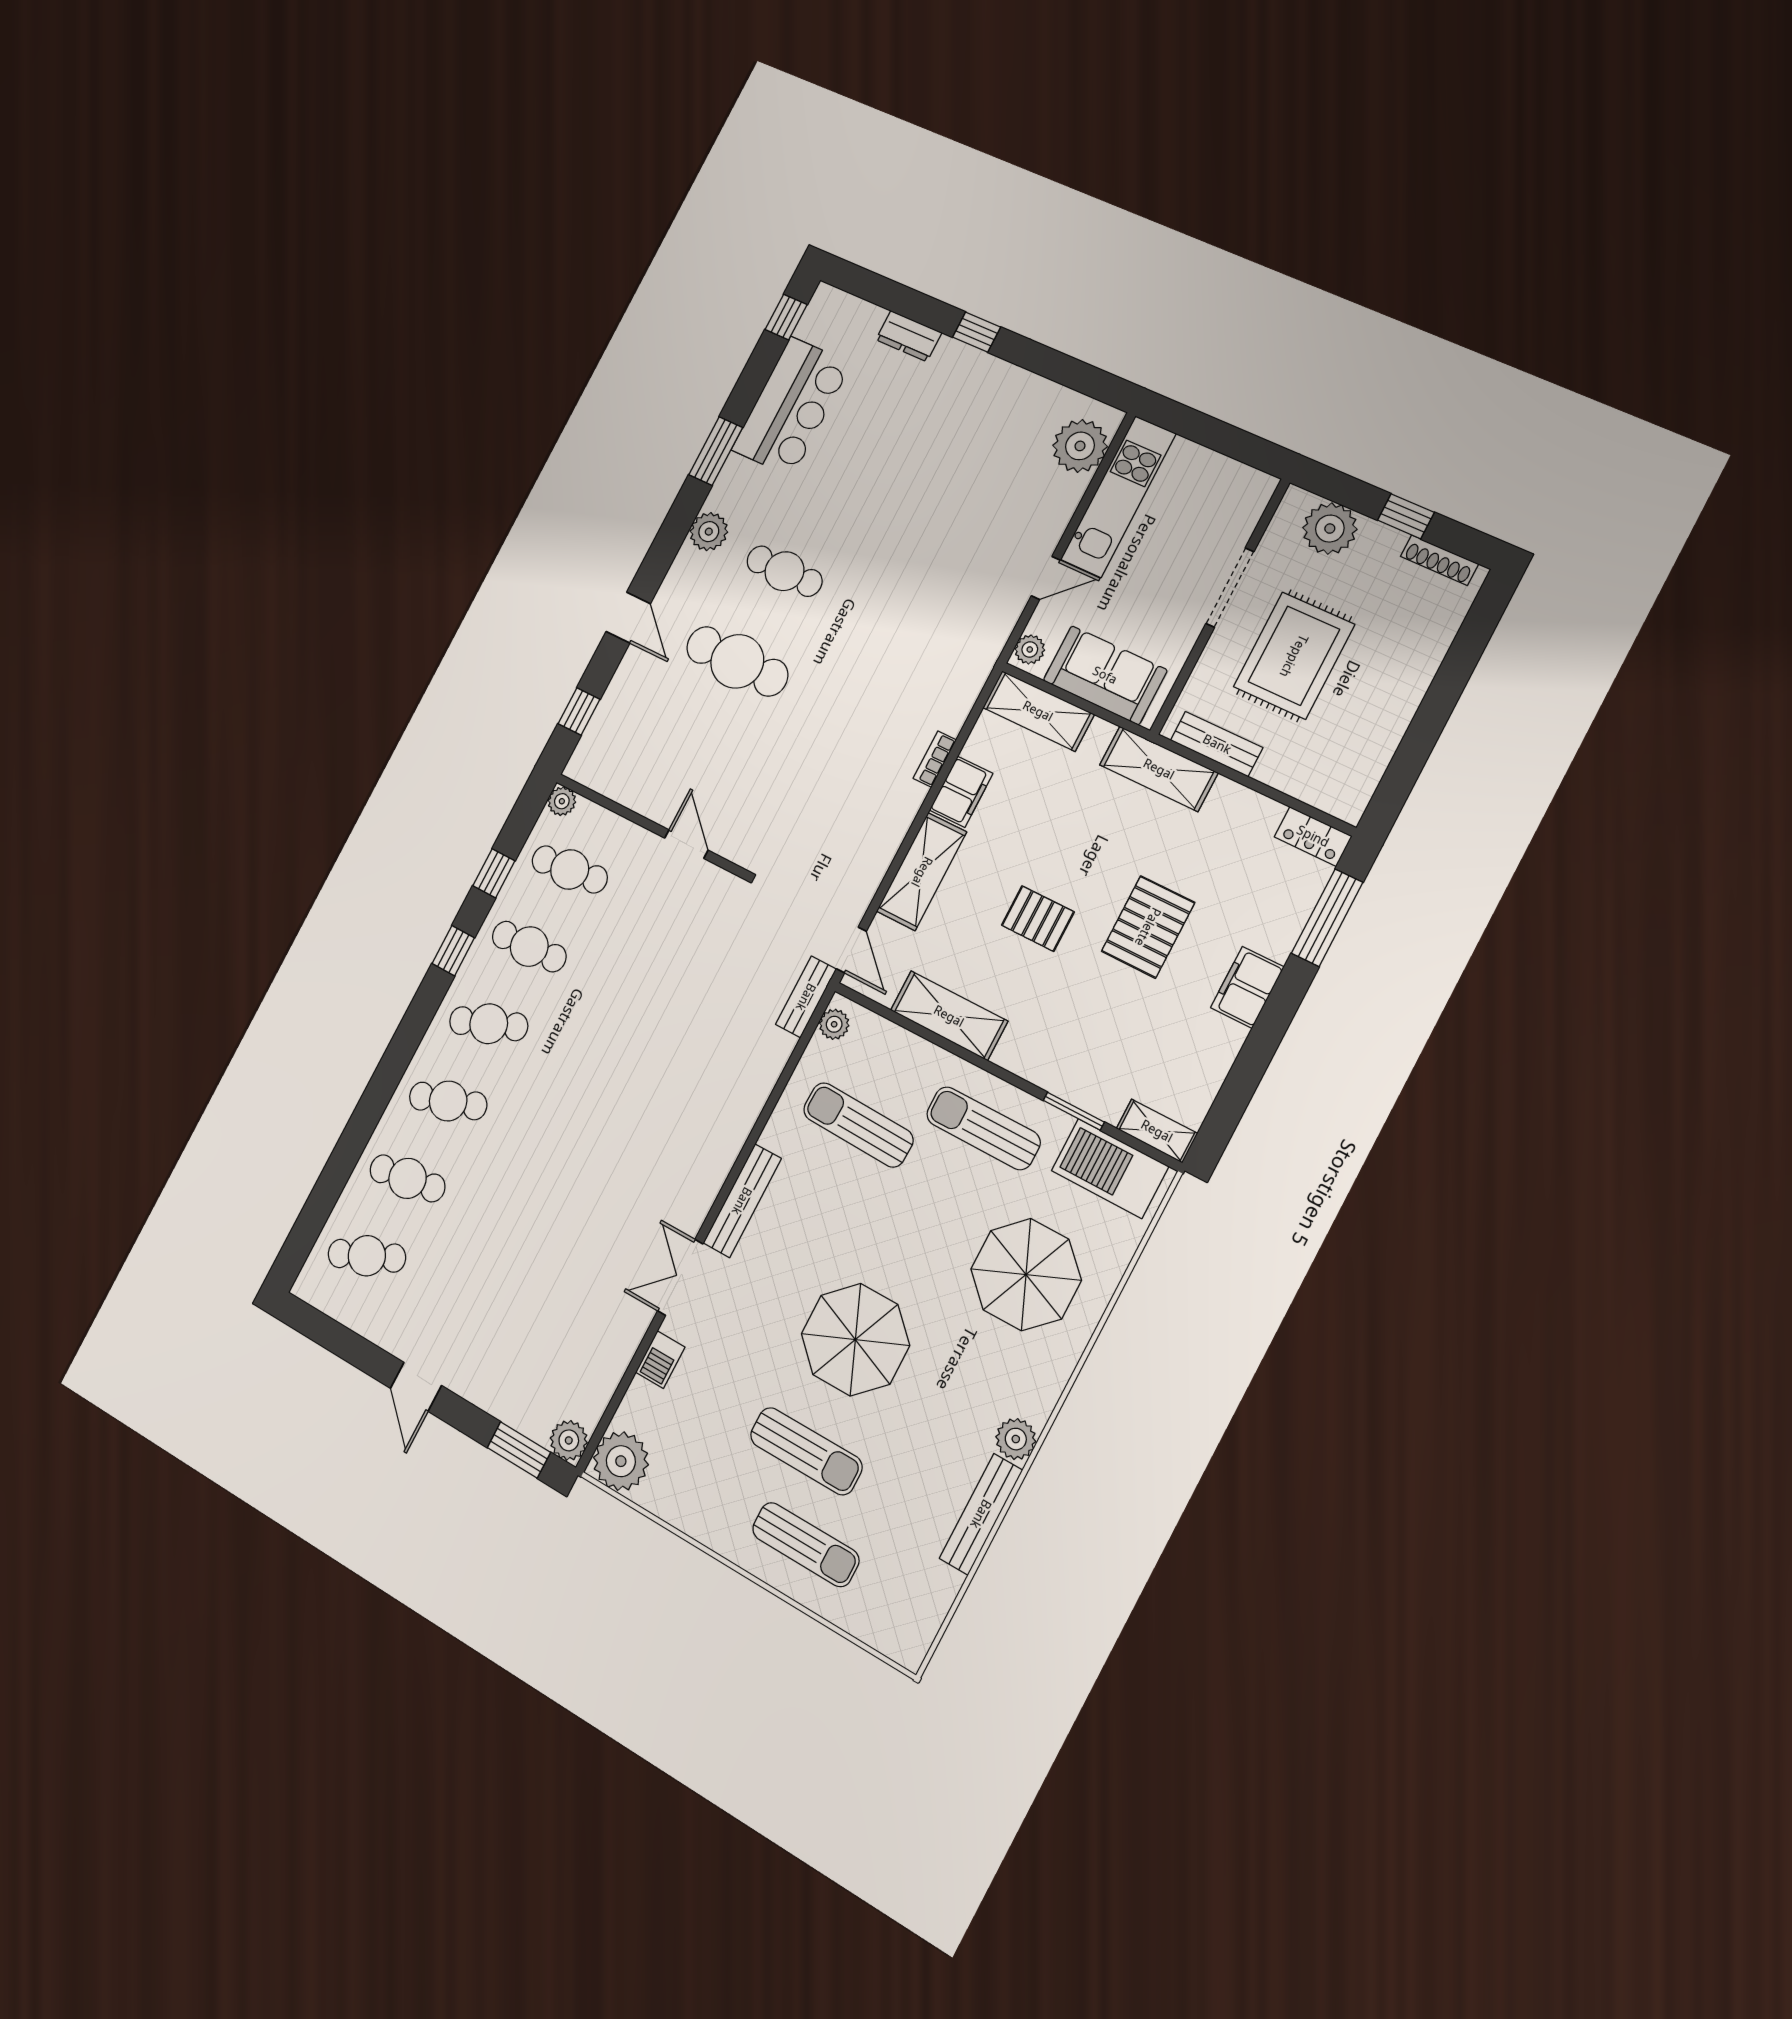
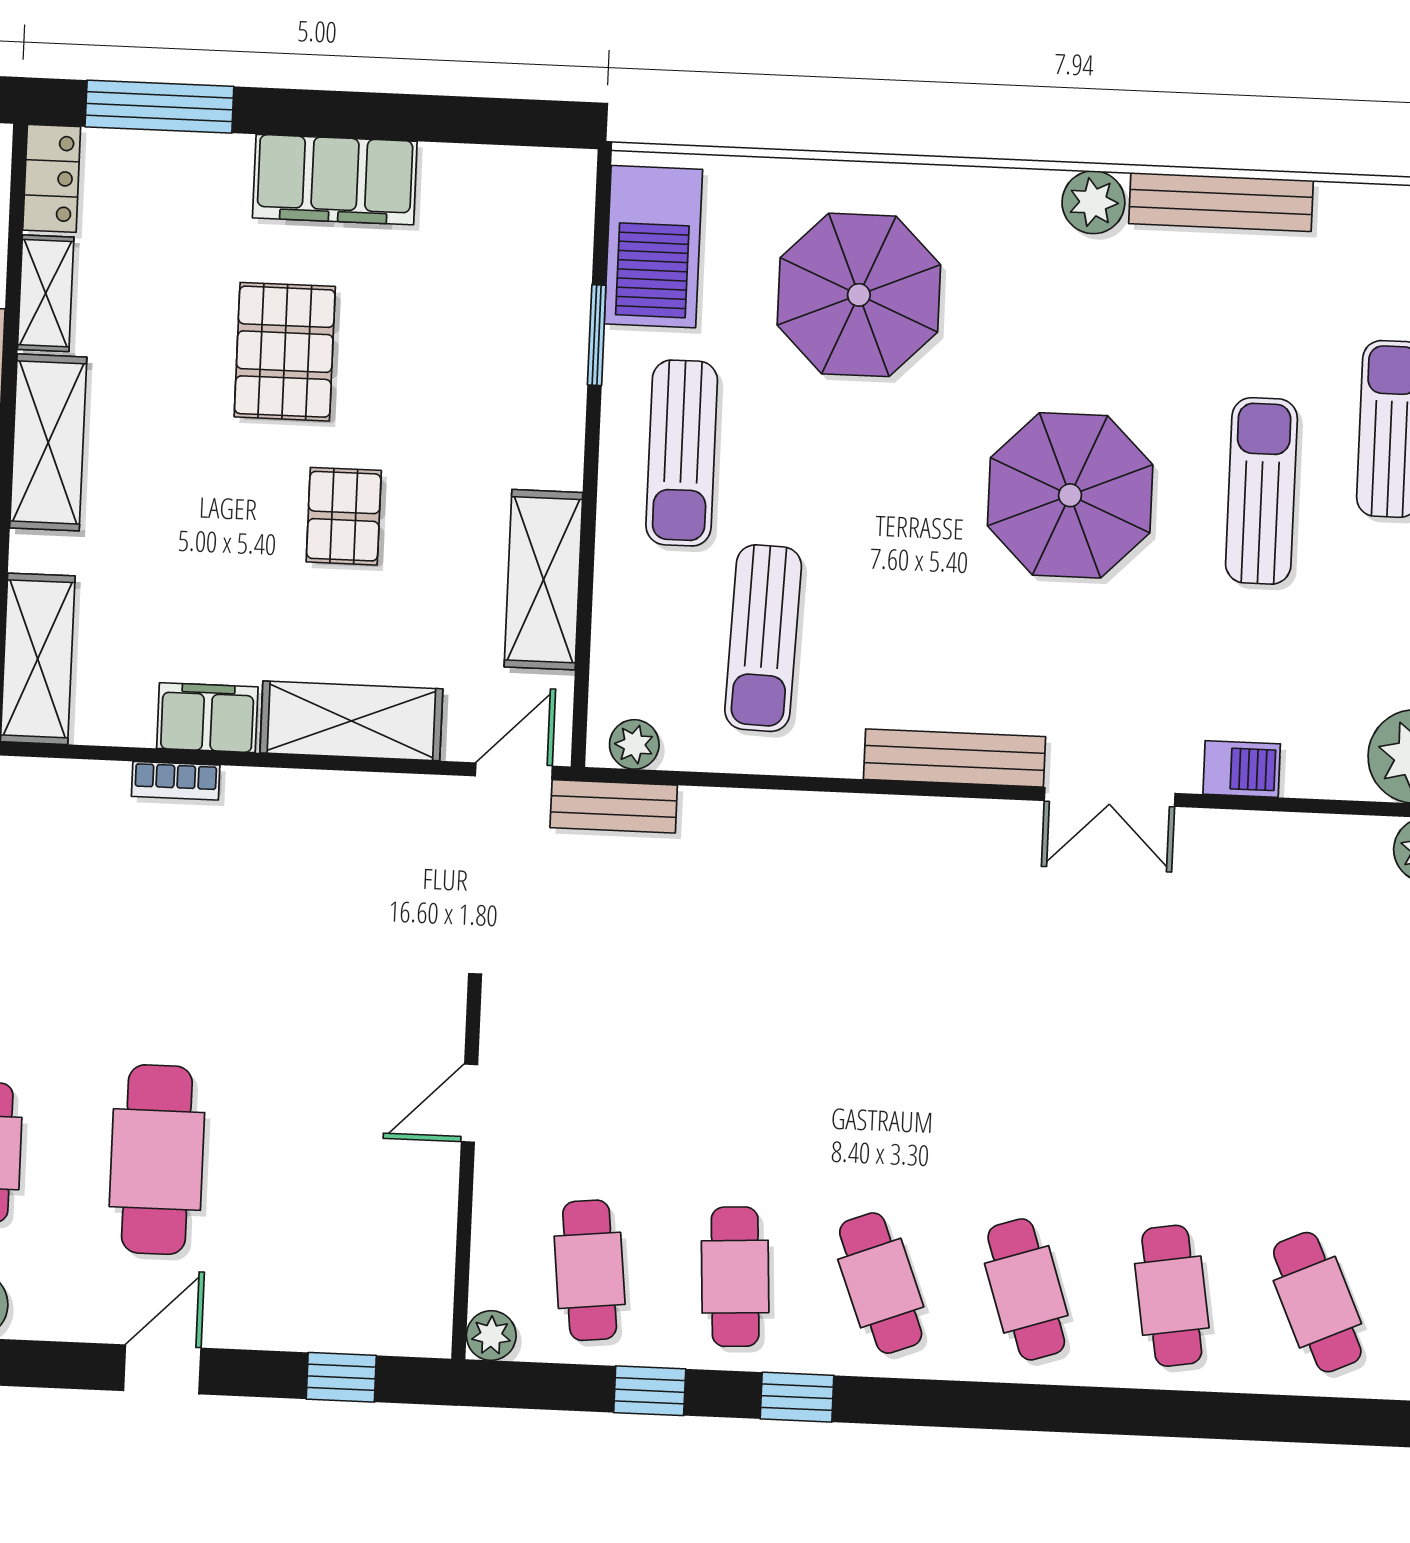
pallet: (1148, 927) -> (285, 352), turned 90
filing cabinet: (1247, 987) -> (335, 180), width x1.50, depth x1.17
shelving: (1157, 1131) -> (46, 293), moved

